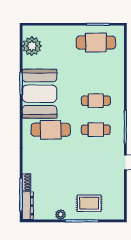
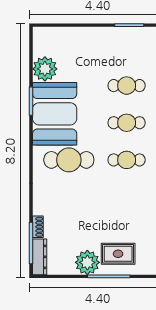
cafe table: (96, 43) -> (127, 86), moved, width x0.73, depth x0.74
plant: (32, 46) -> (45, 69), moved
plant: (61, 214) -> (87, 262), width x1.87, depth x1.87

